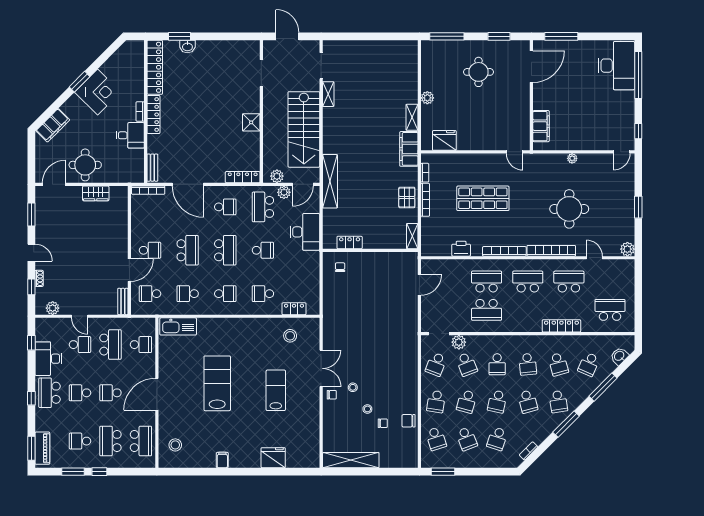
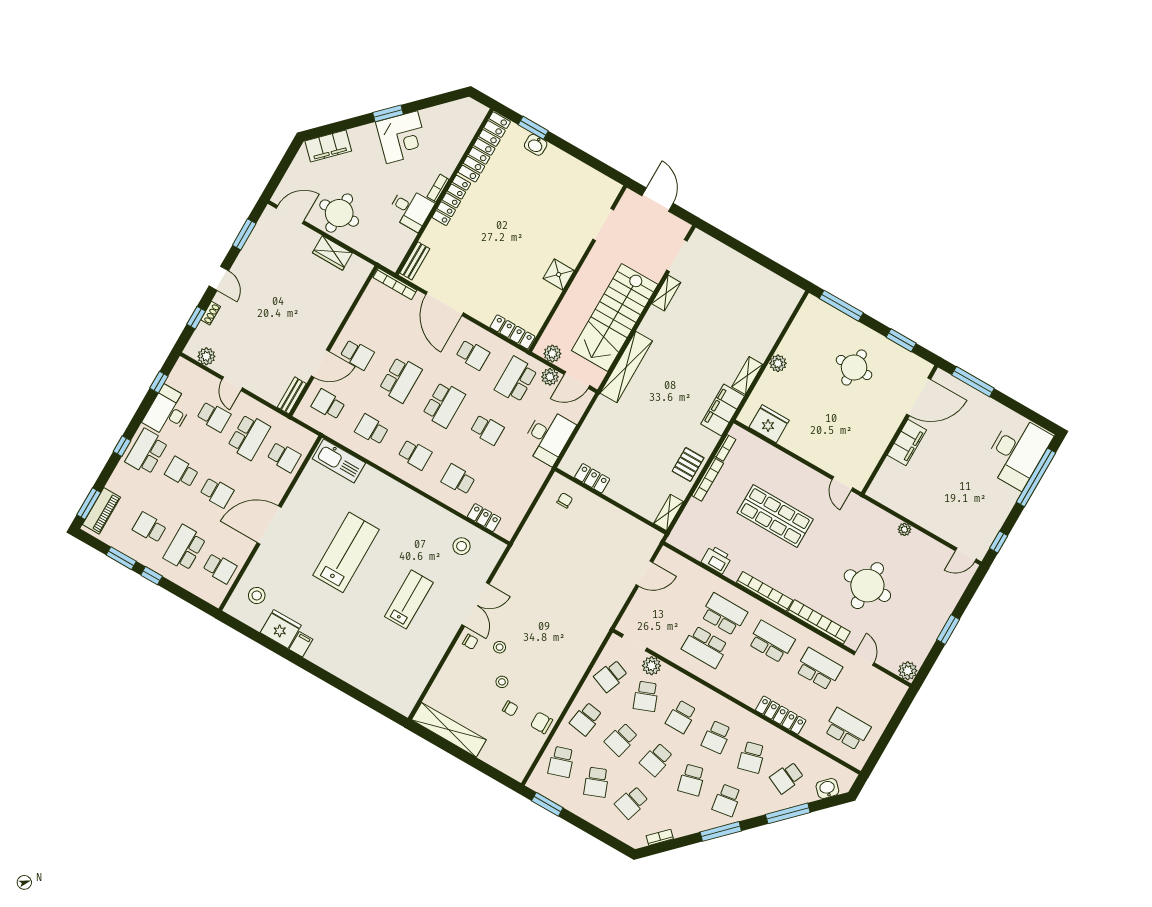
filing cabinet: (541, 126) -> (907, 442), moved
shelving: (330, 181) -> (626, 367), moved
school desk: (110, 393) -> (217, 492), turned 180
school desk: (141, 441) -> (220, 568), width x0.54
fridge: (273, 458) -> (281, 629), moved

